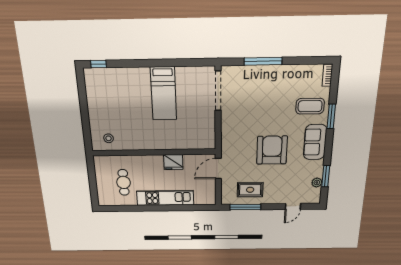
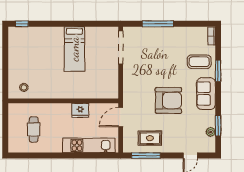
armchair: (272, 150) -> (168, 100), turned 90
kitchen unit: (165, 198) -> (89, 145), moved

